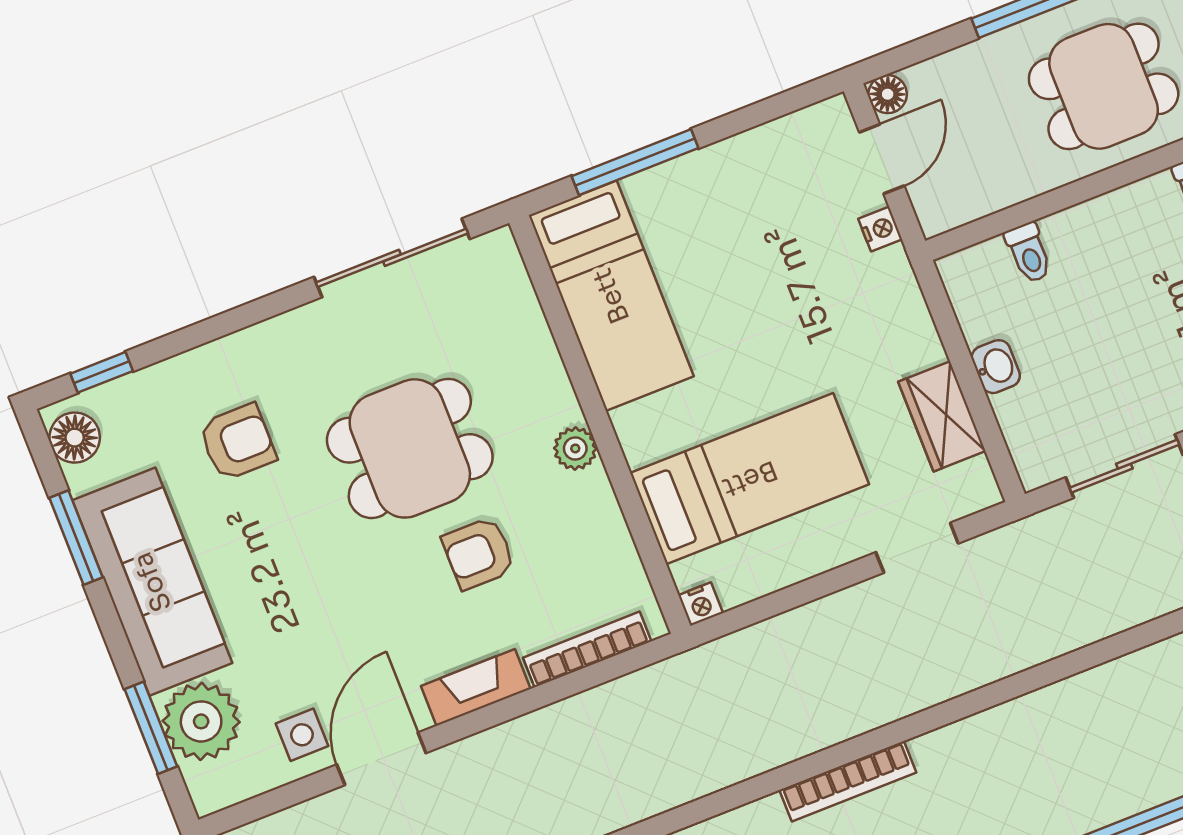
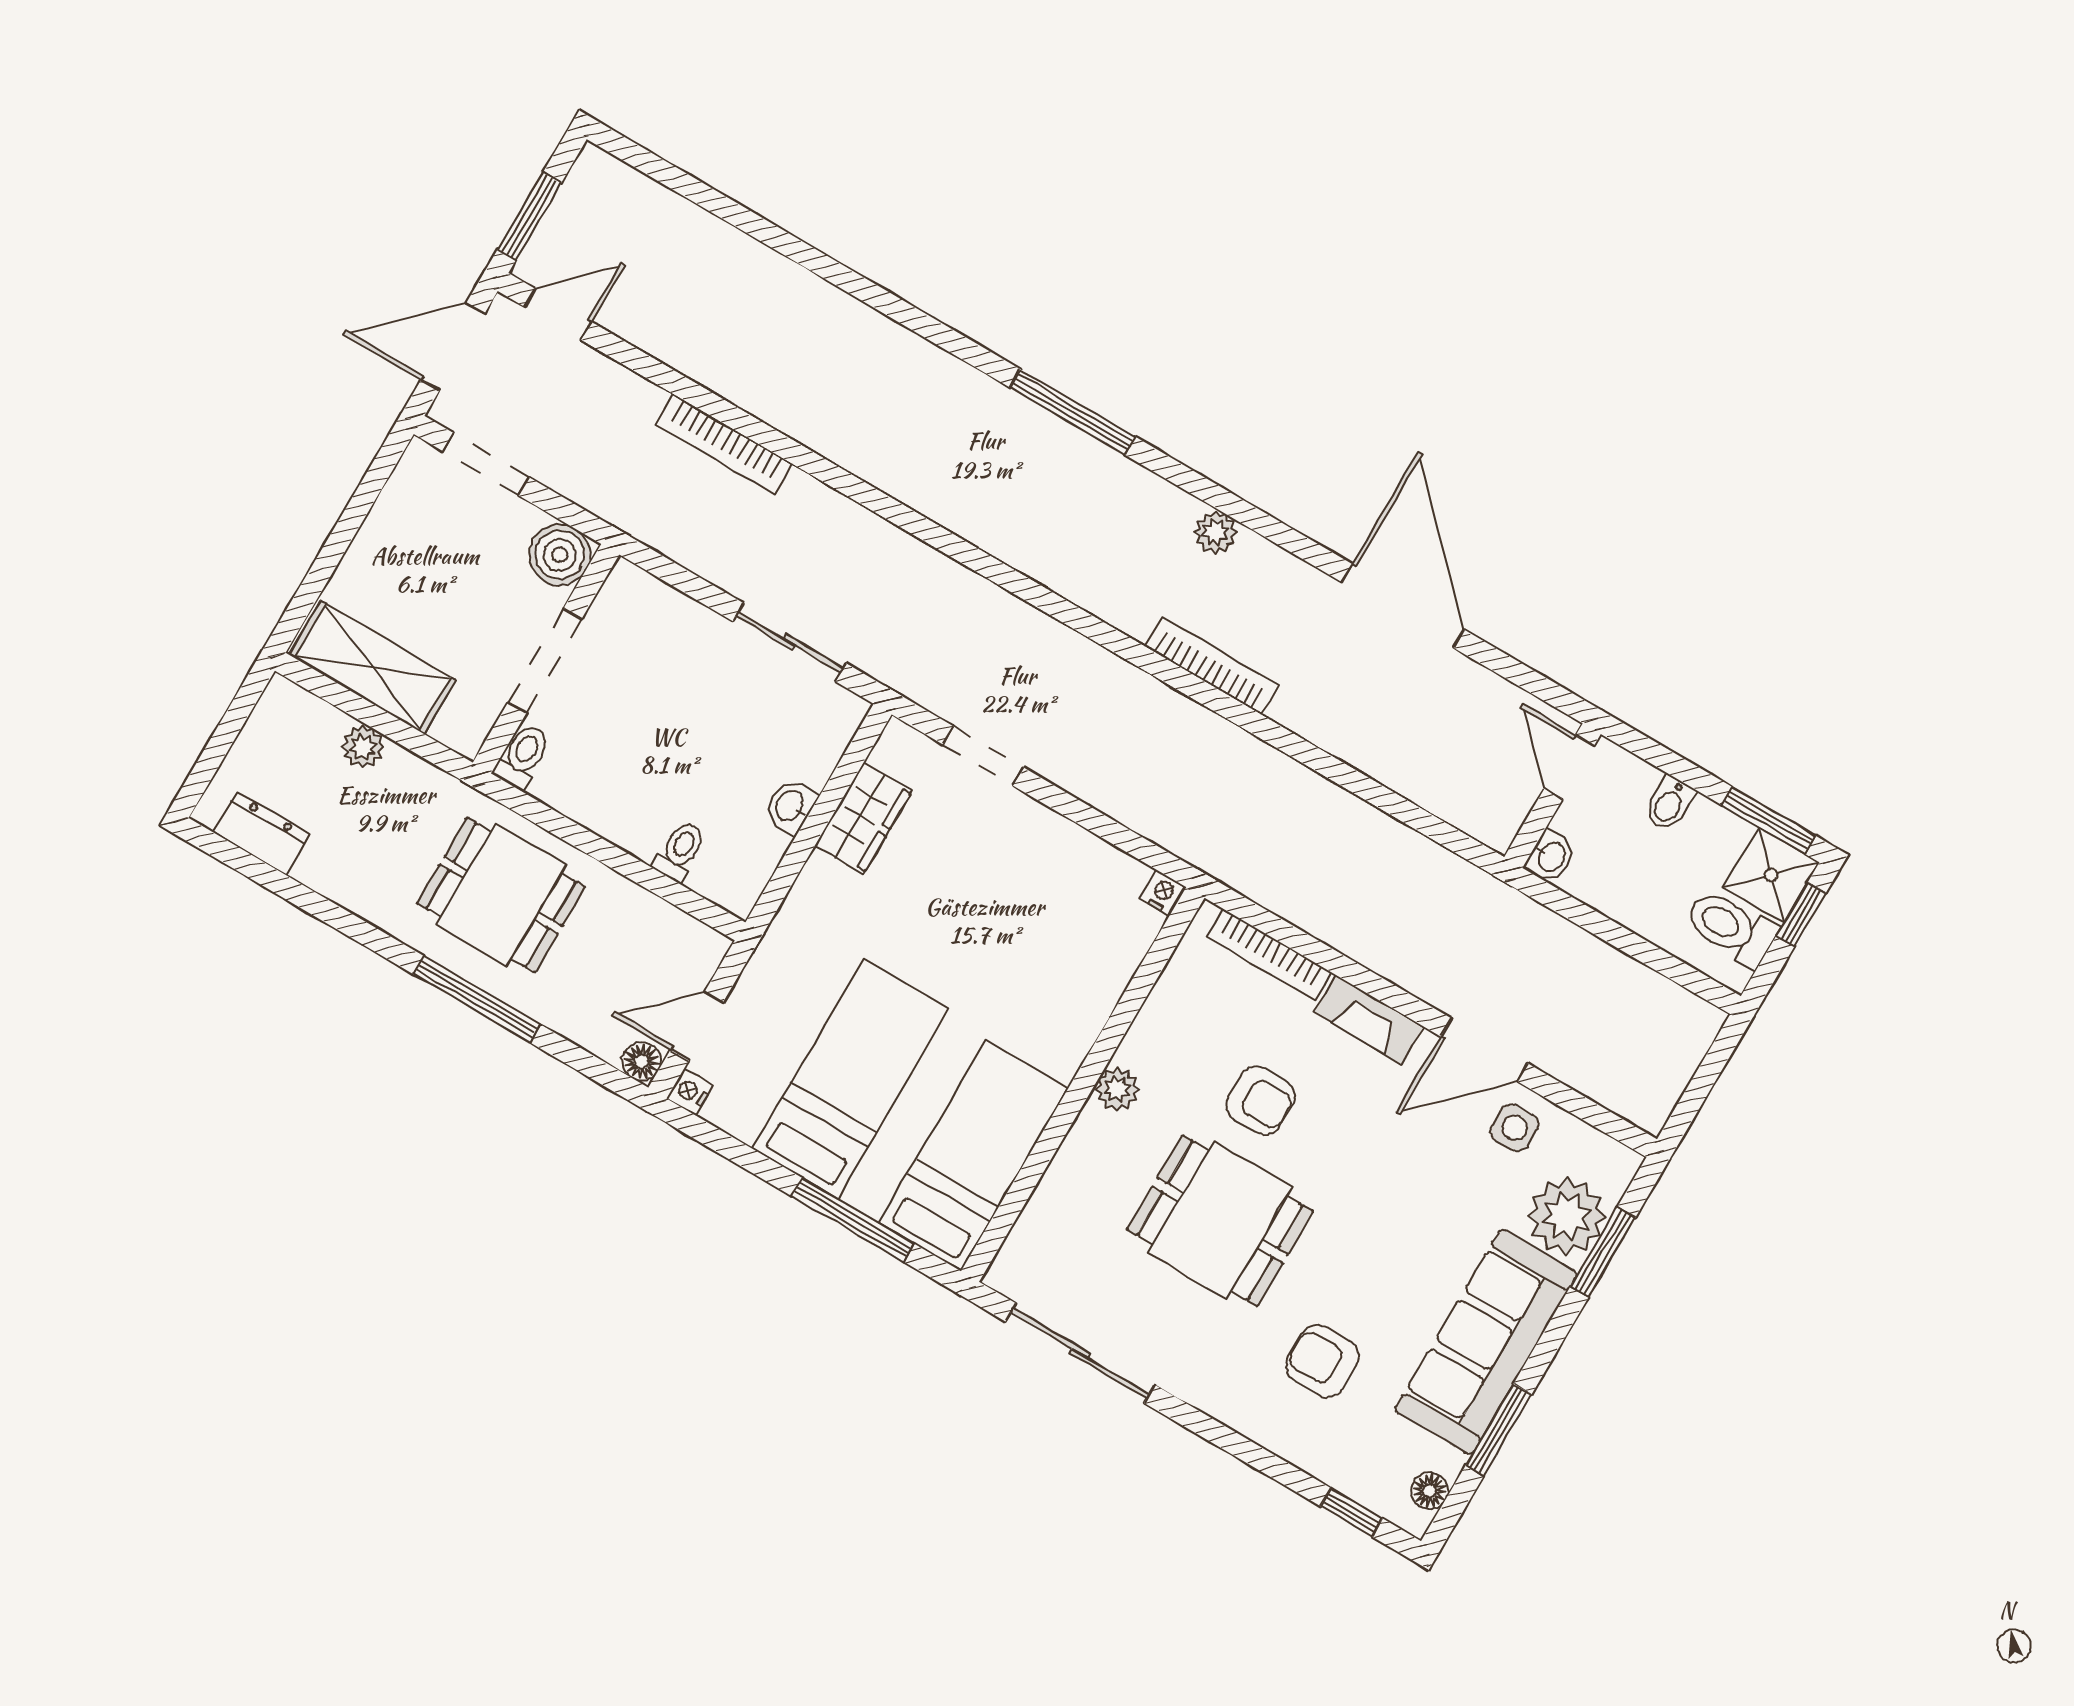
nightstand: (880, 229) -> (690, 1092), moved
floor lamp: (75, 438) -> (1429, 1491), width x0.73, depth x0.73
bed: (750, 479) -> (850, 1079), moved, turned 90

